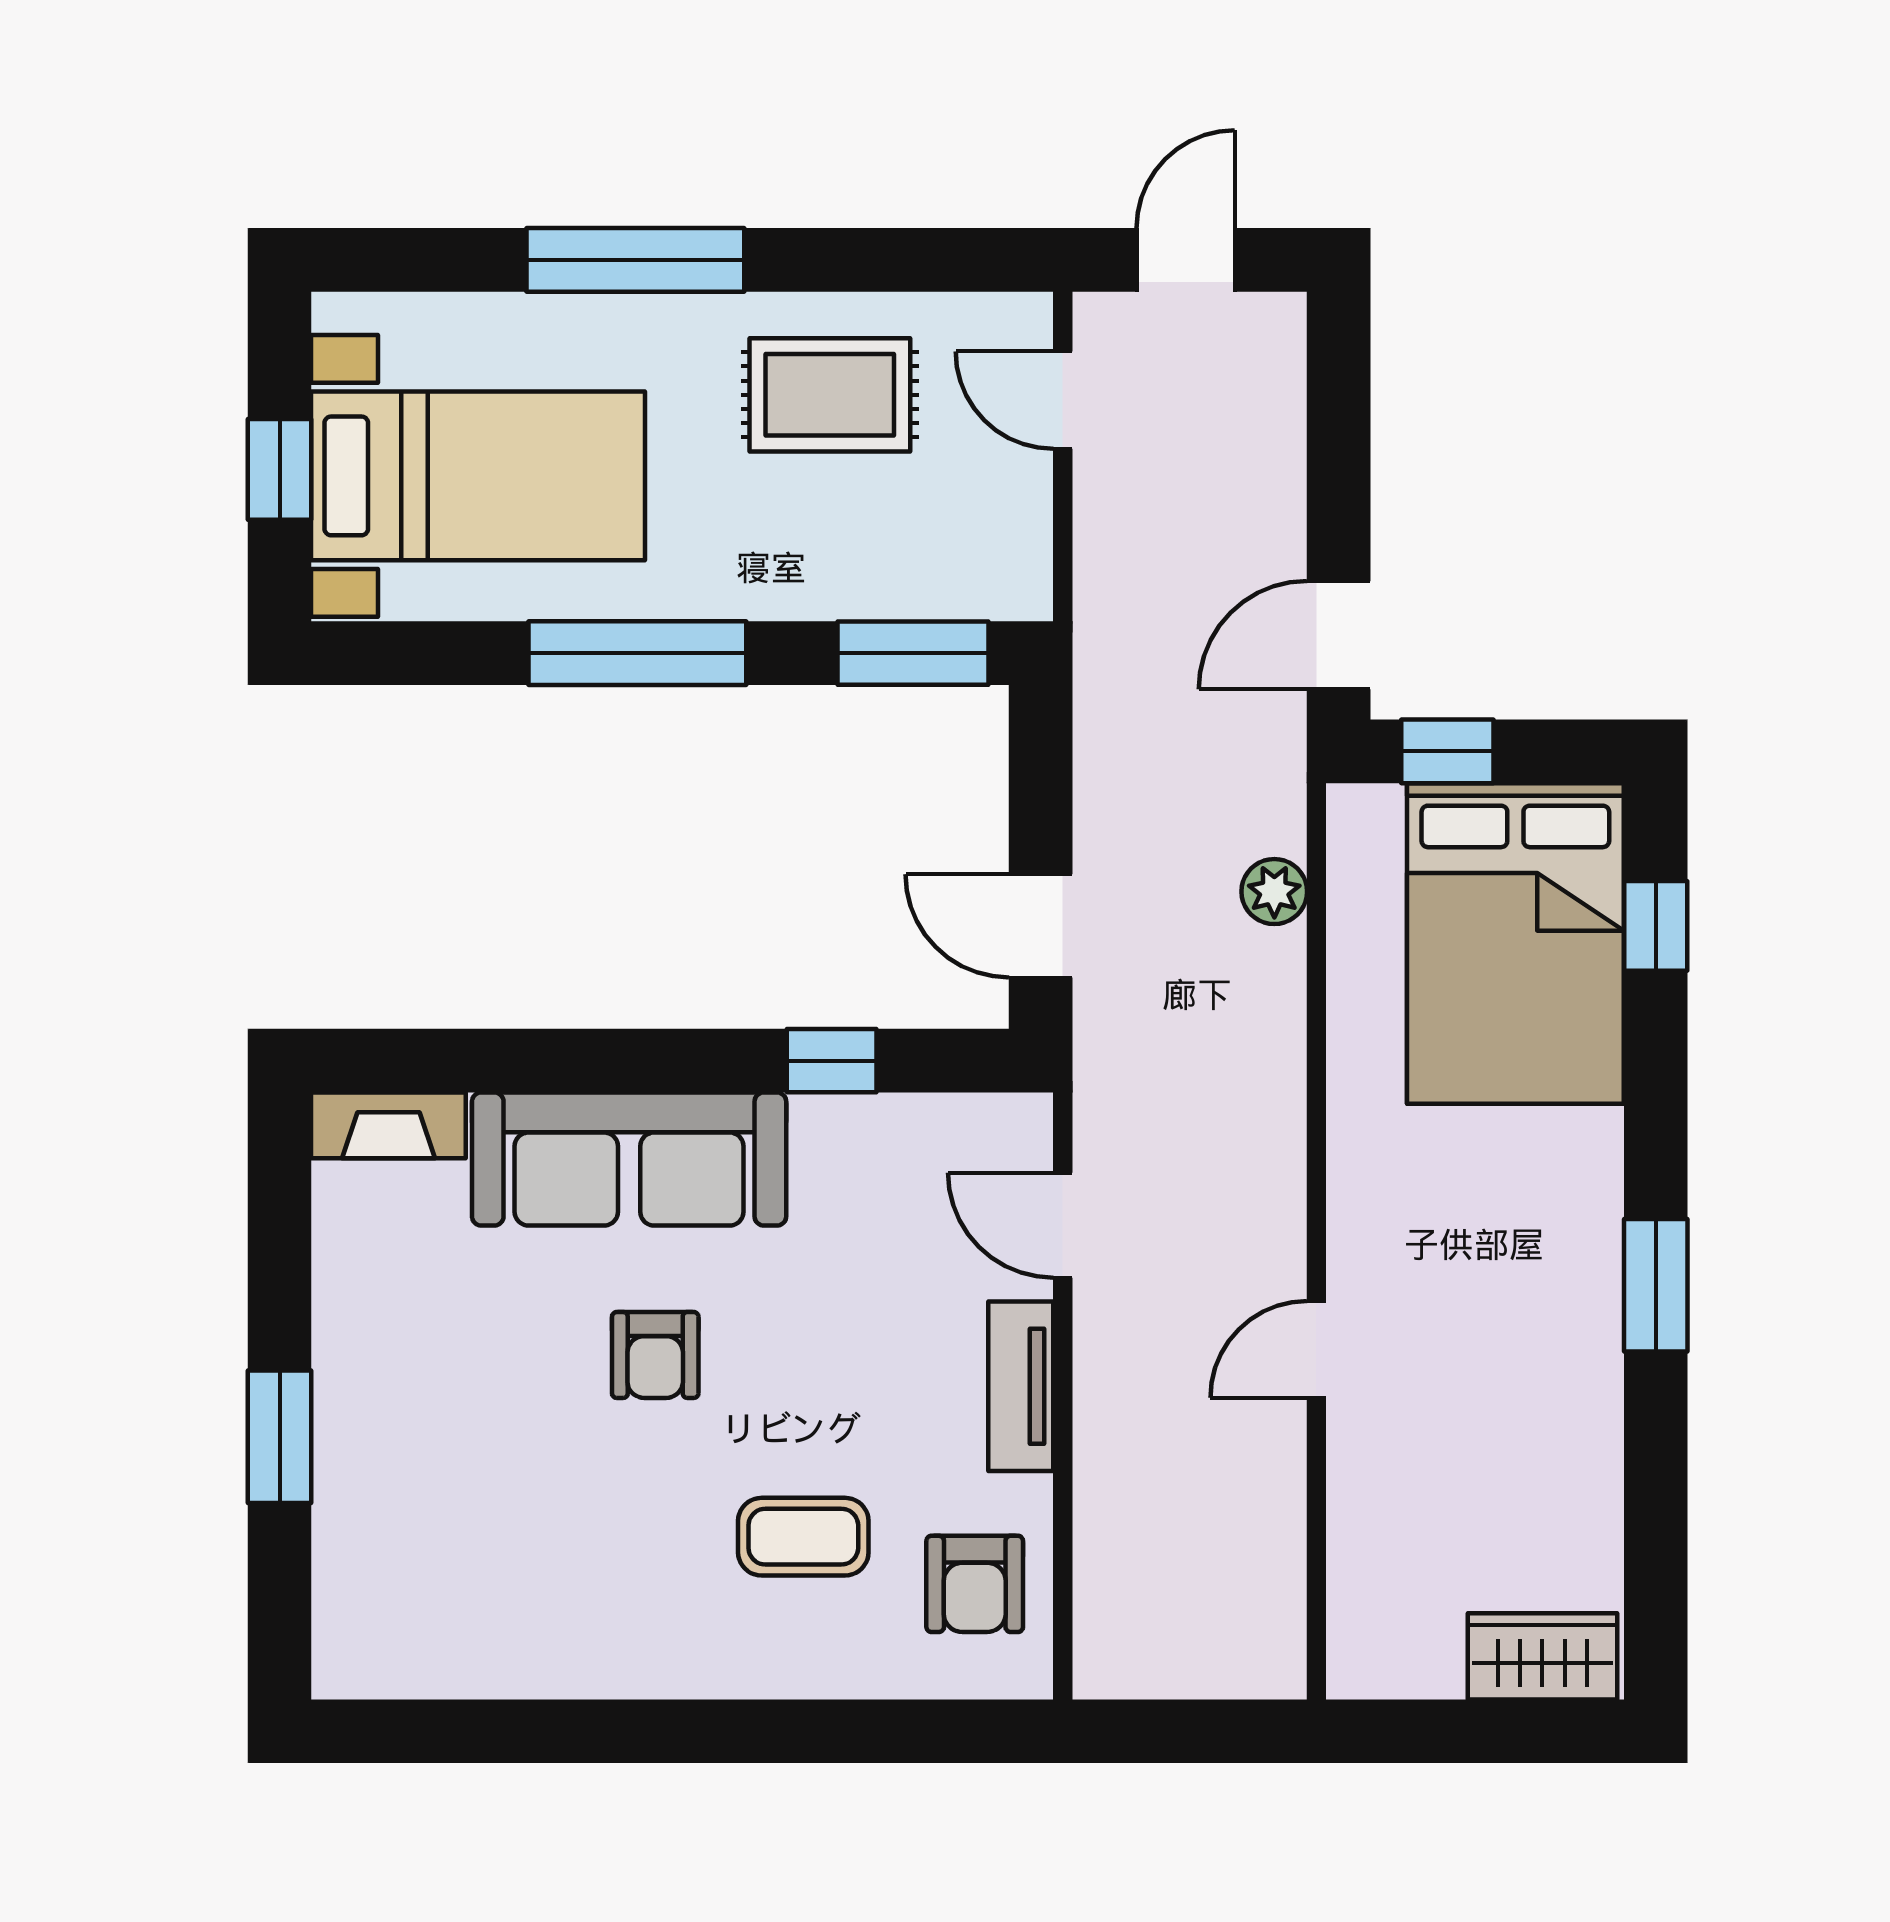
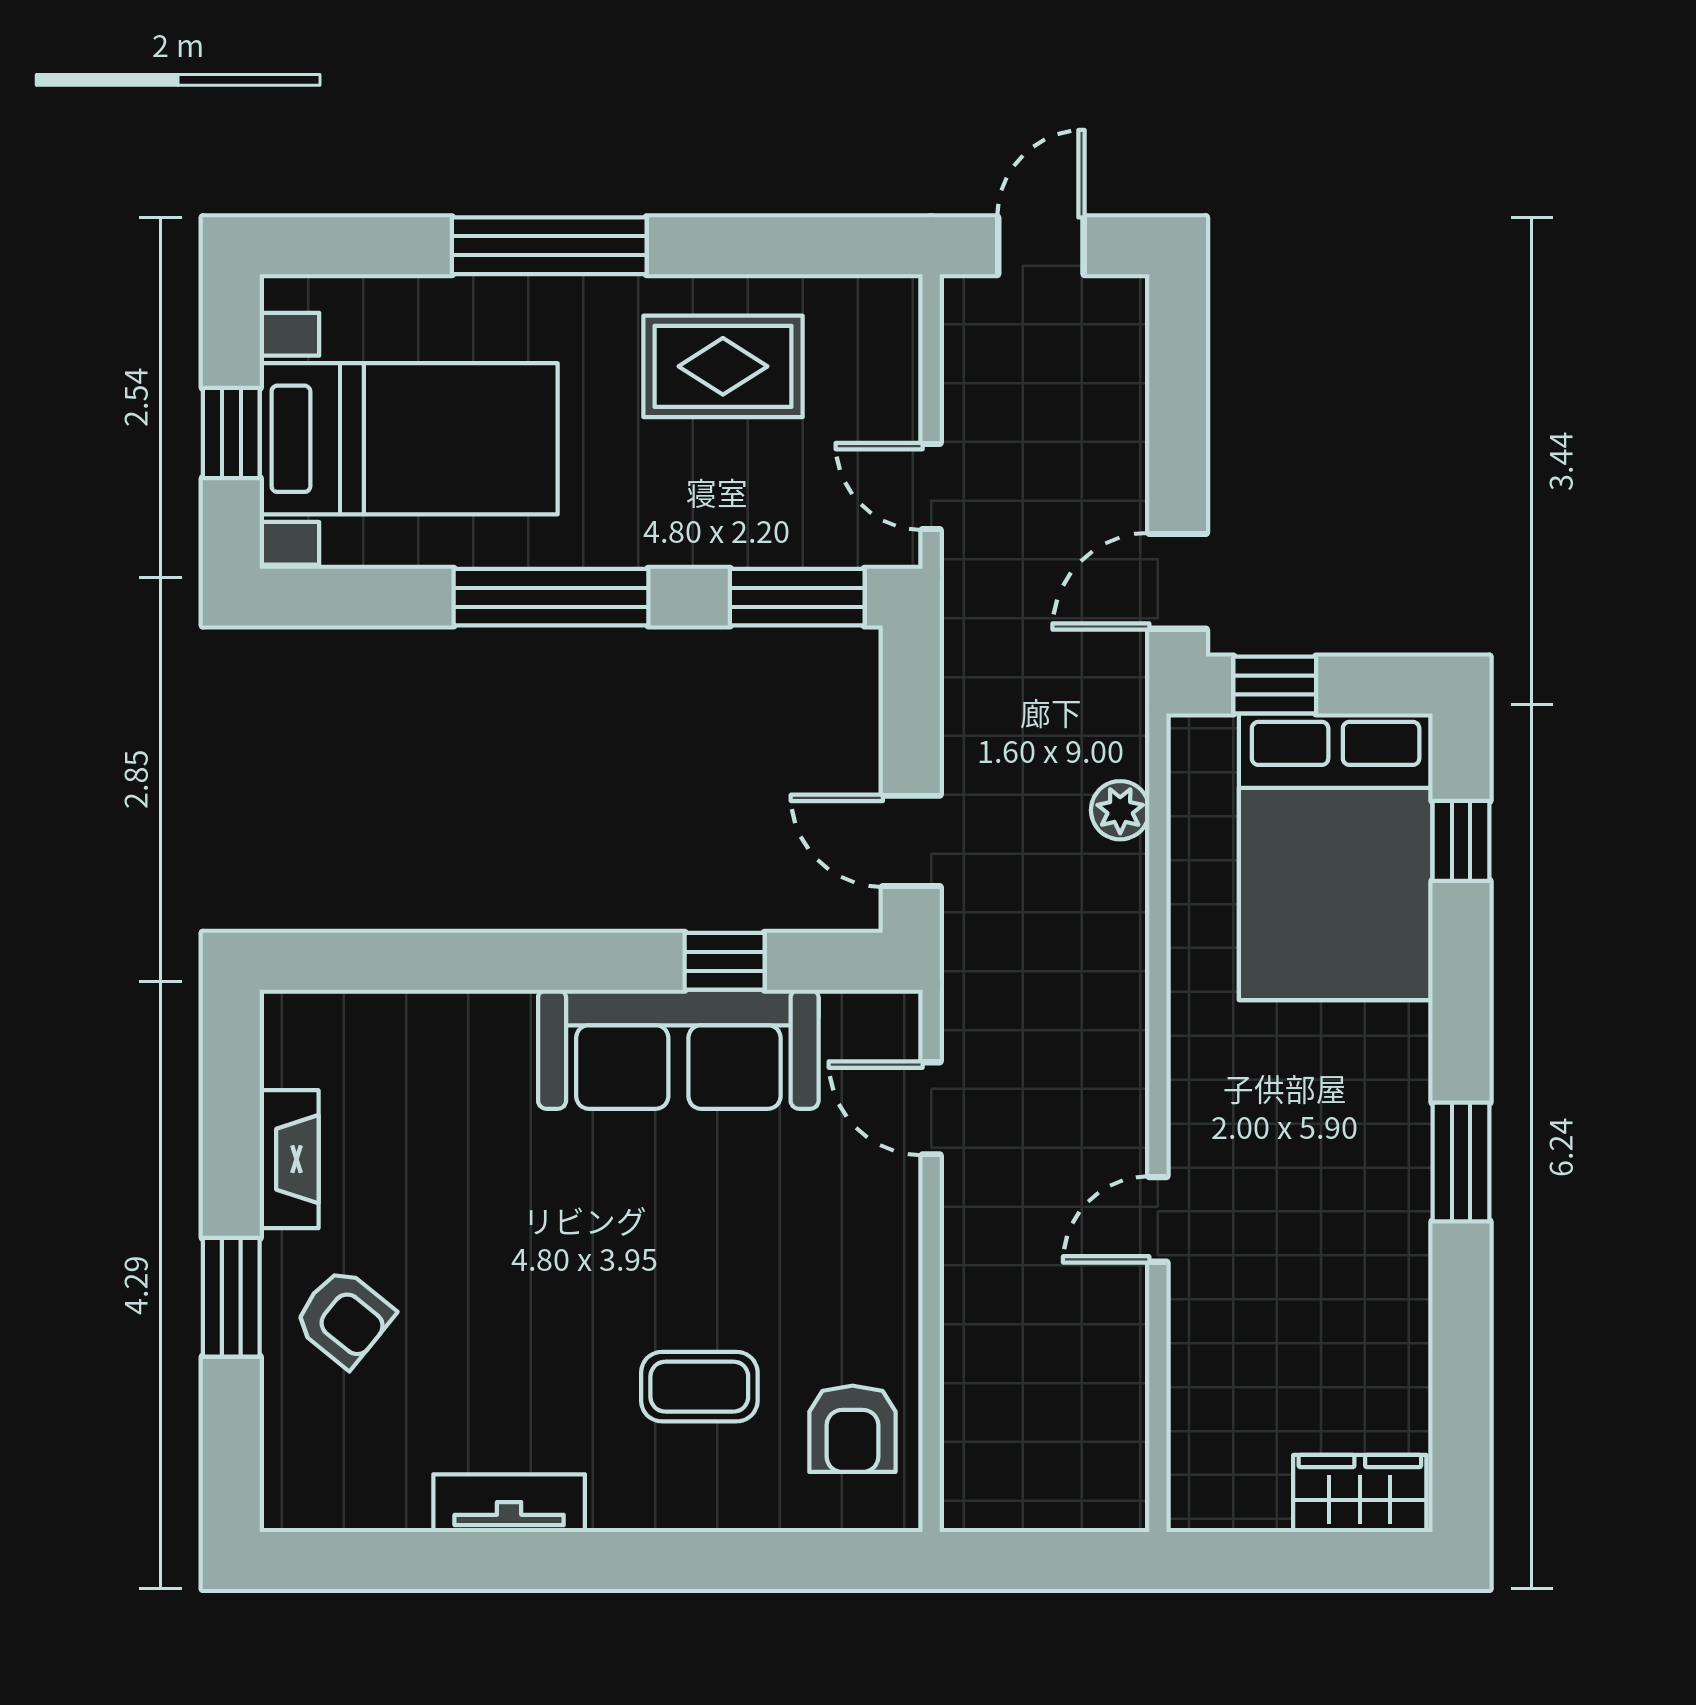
door: (1063, 400) -> (931, 486), moved
fireplace: (388, 1125) -> (289, 1159), moved, turned -90
sofa: (629, 1159) -> (678, 1049), moved
armchair: (655, 1355) -> (344, 1318), moved, turned -51
tv unit: (1021, 1386) -> (509, 1503), moved, turned 90

